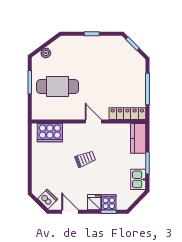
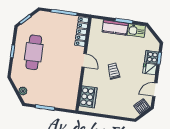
cafe table: (58, 87) -> (34, 52), moved
door: (93, 122) -> (84, 60), swing flipped
kitchen counter: (138, 138) -> (115, 27), moved

